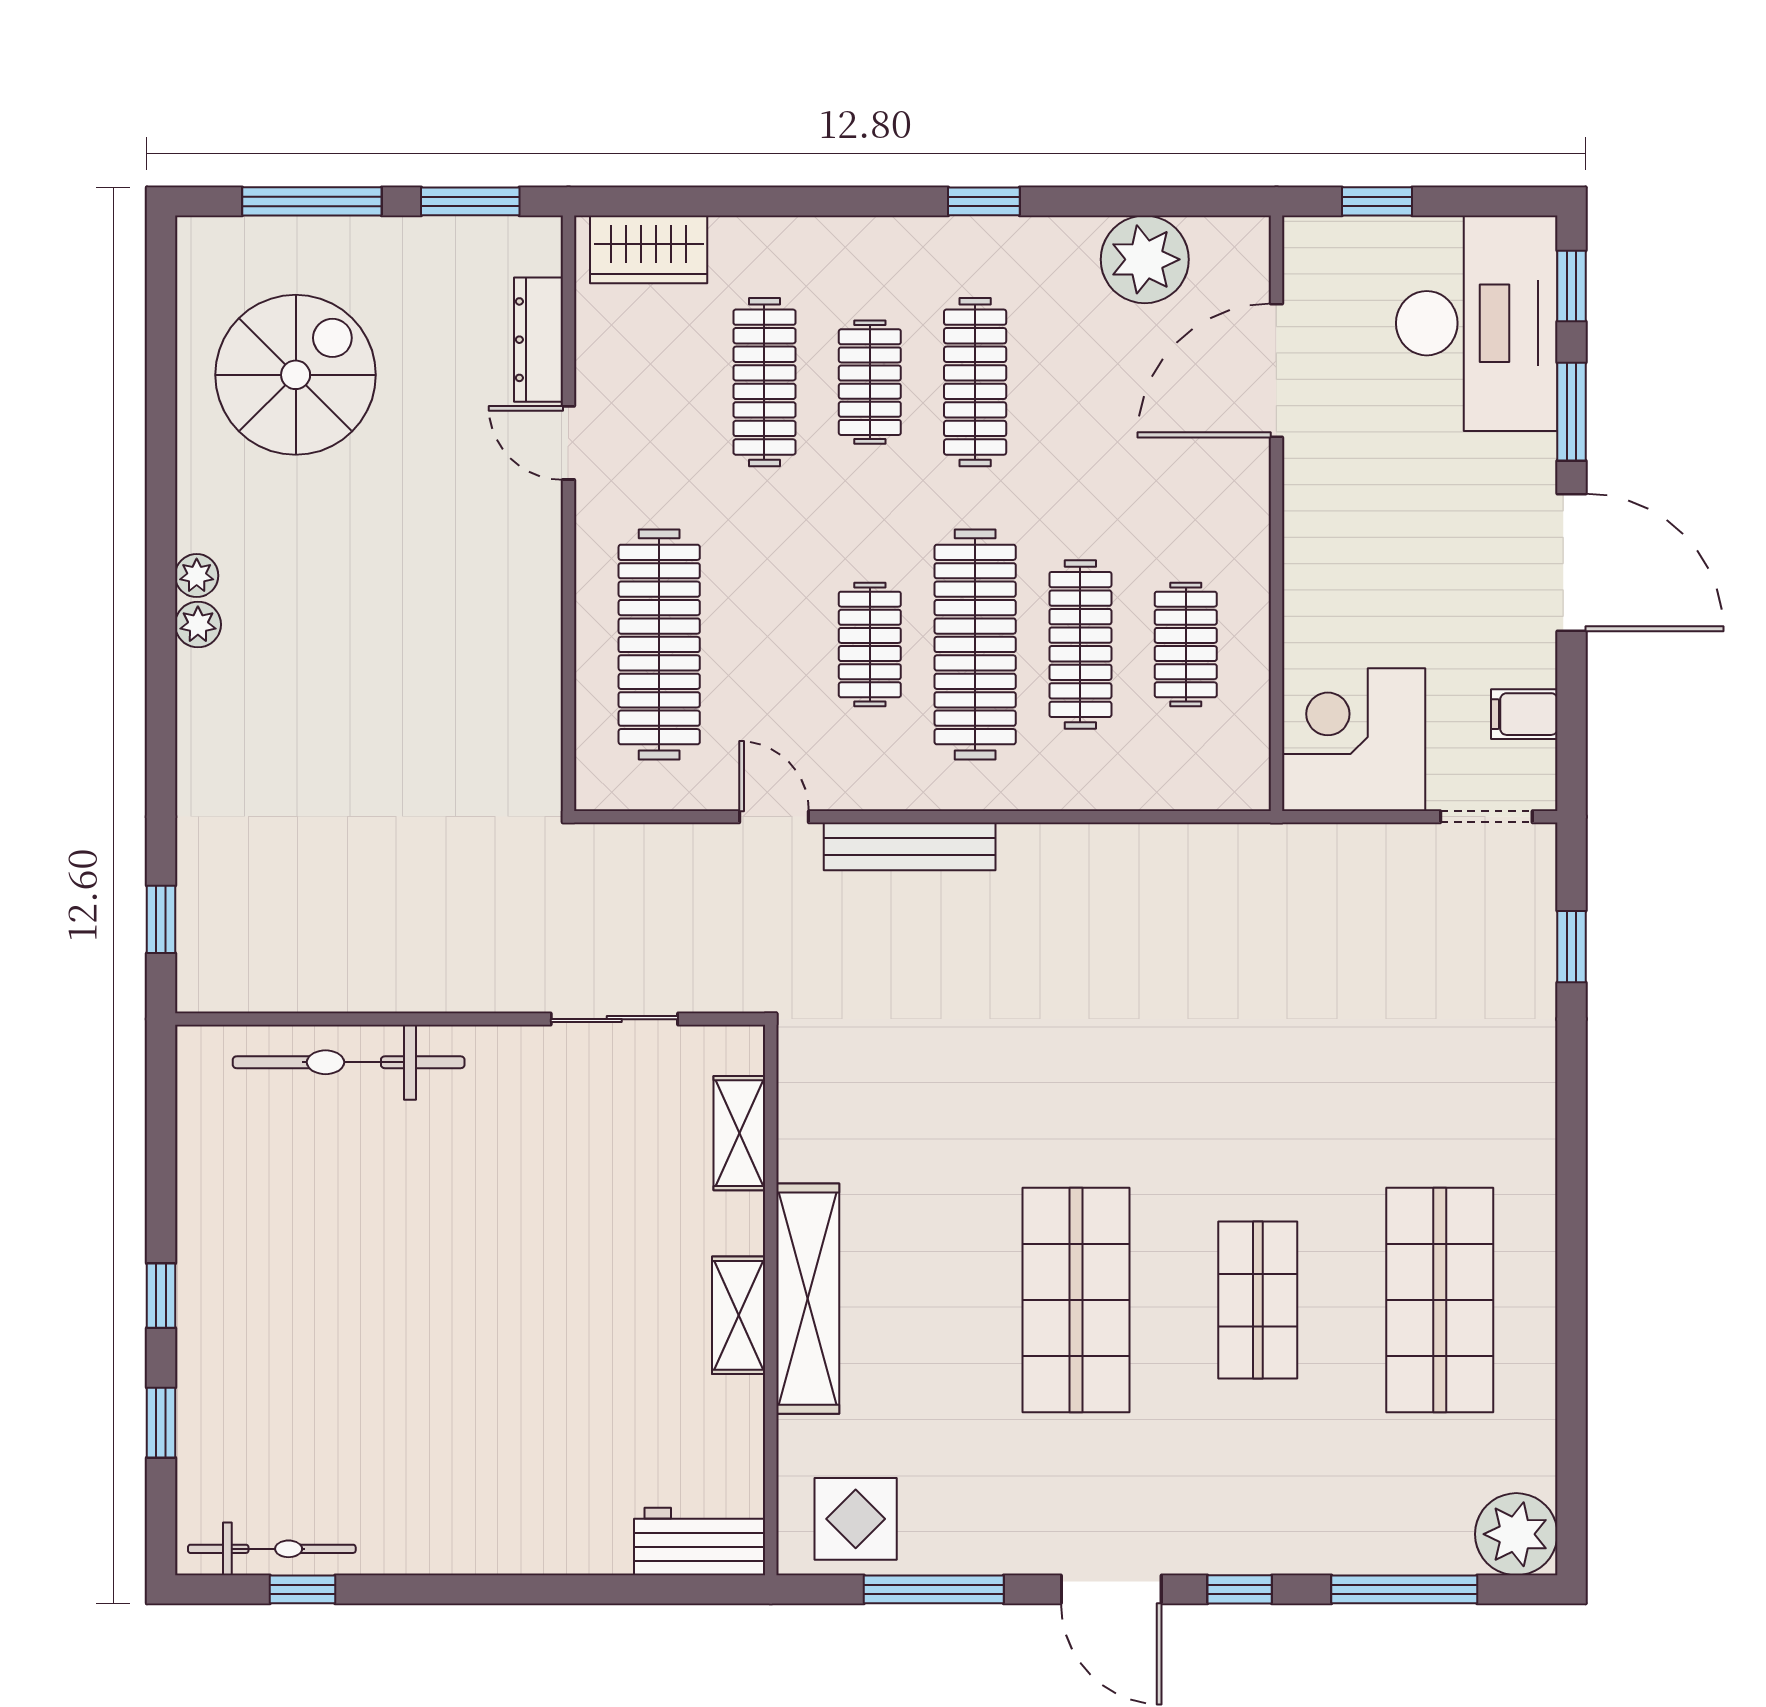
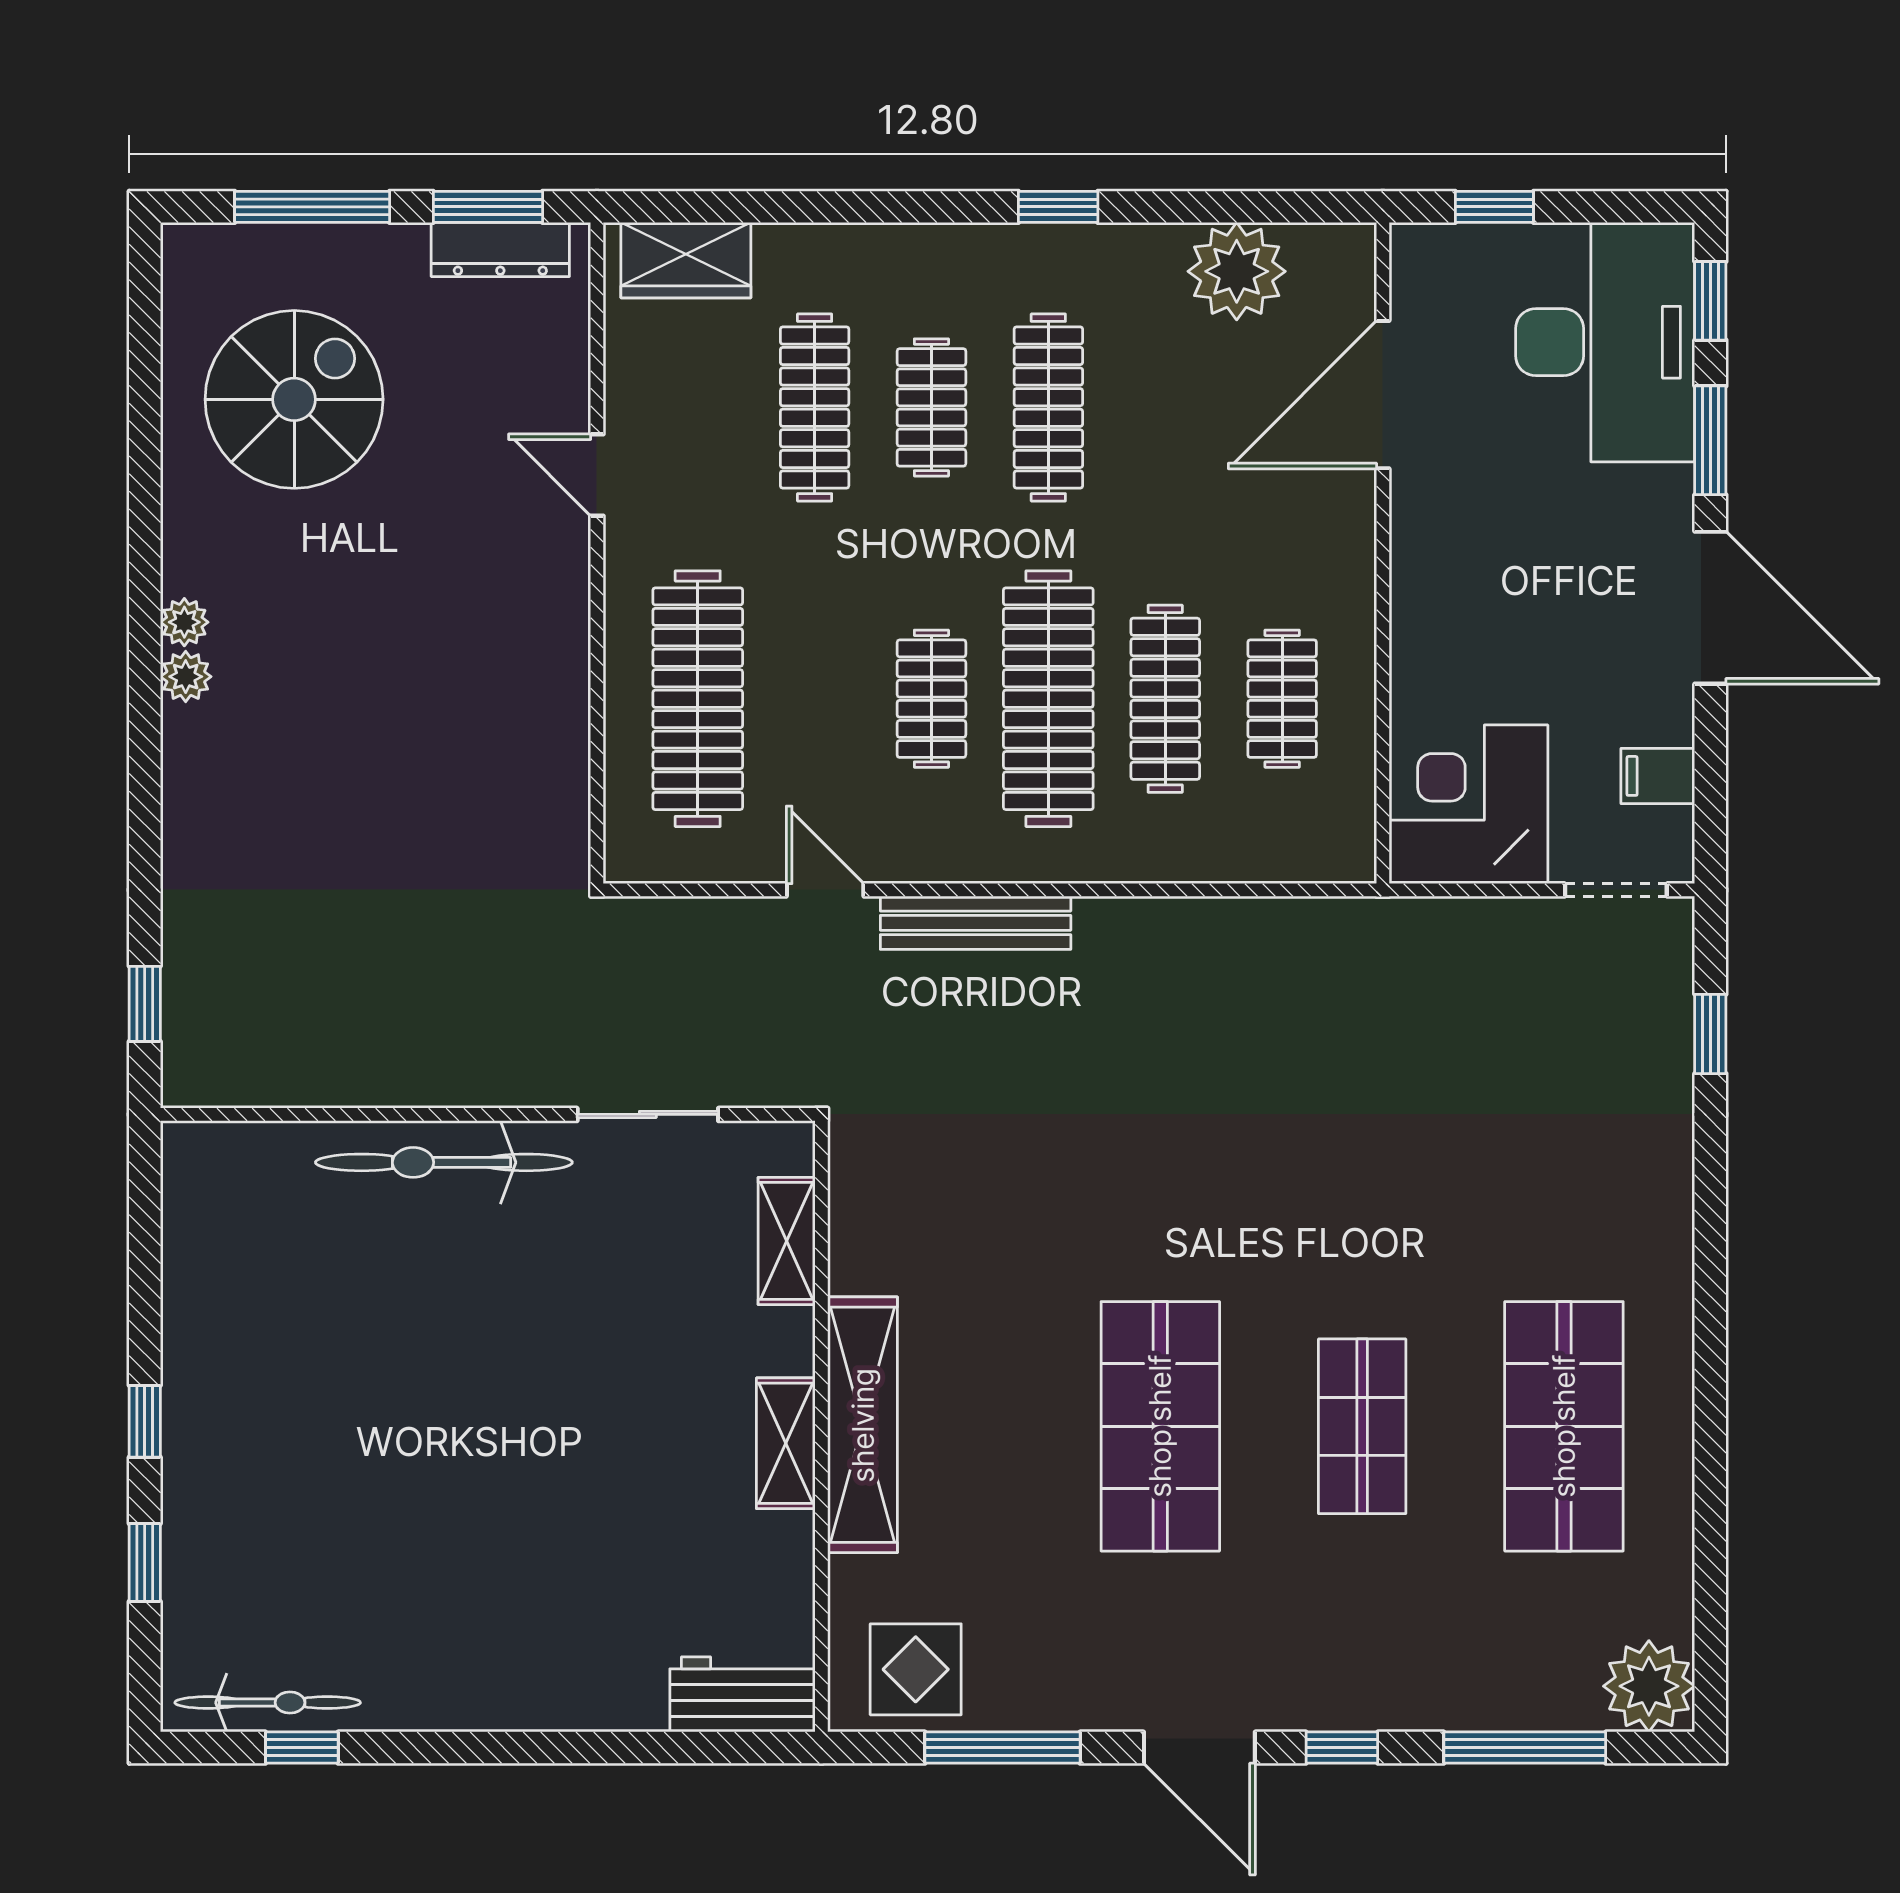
dresser: (538, 340) -> (500, 250), moved, turned -90
bicycle: (349, 1062) -> (444, 1162), moved

